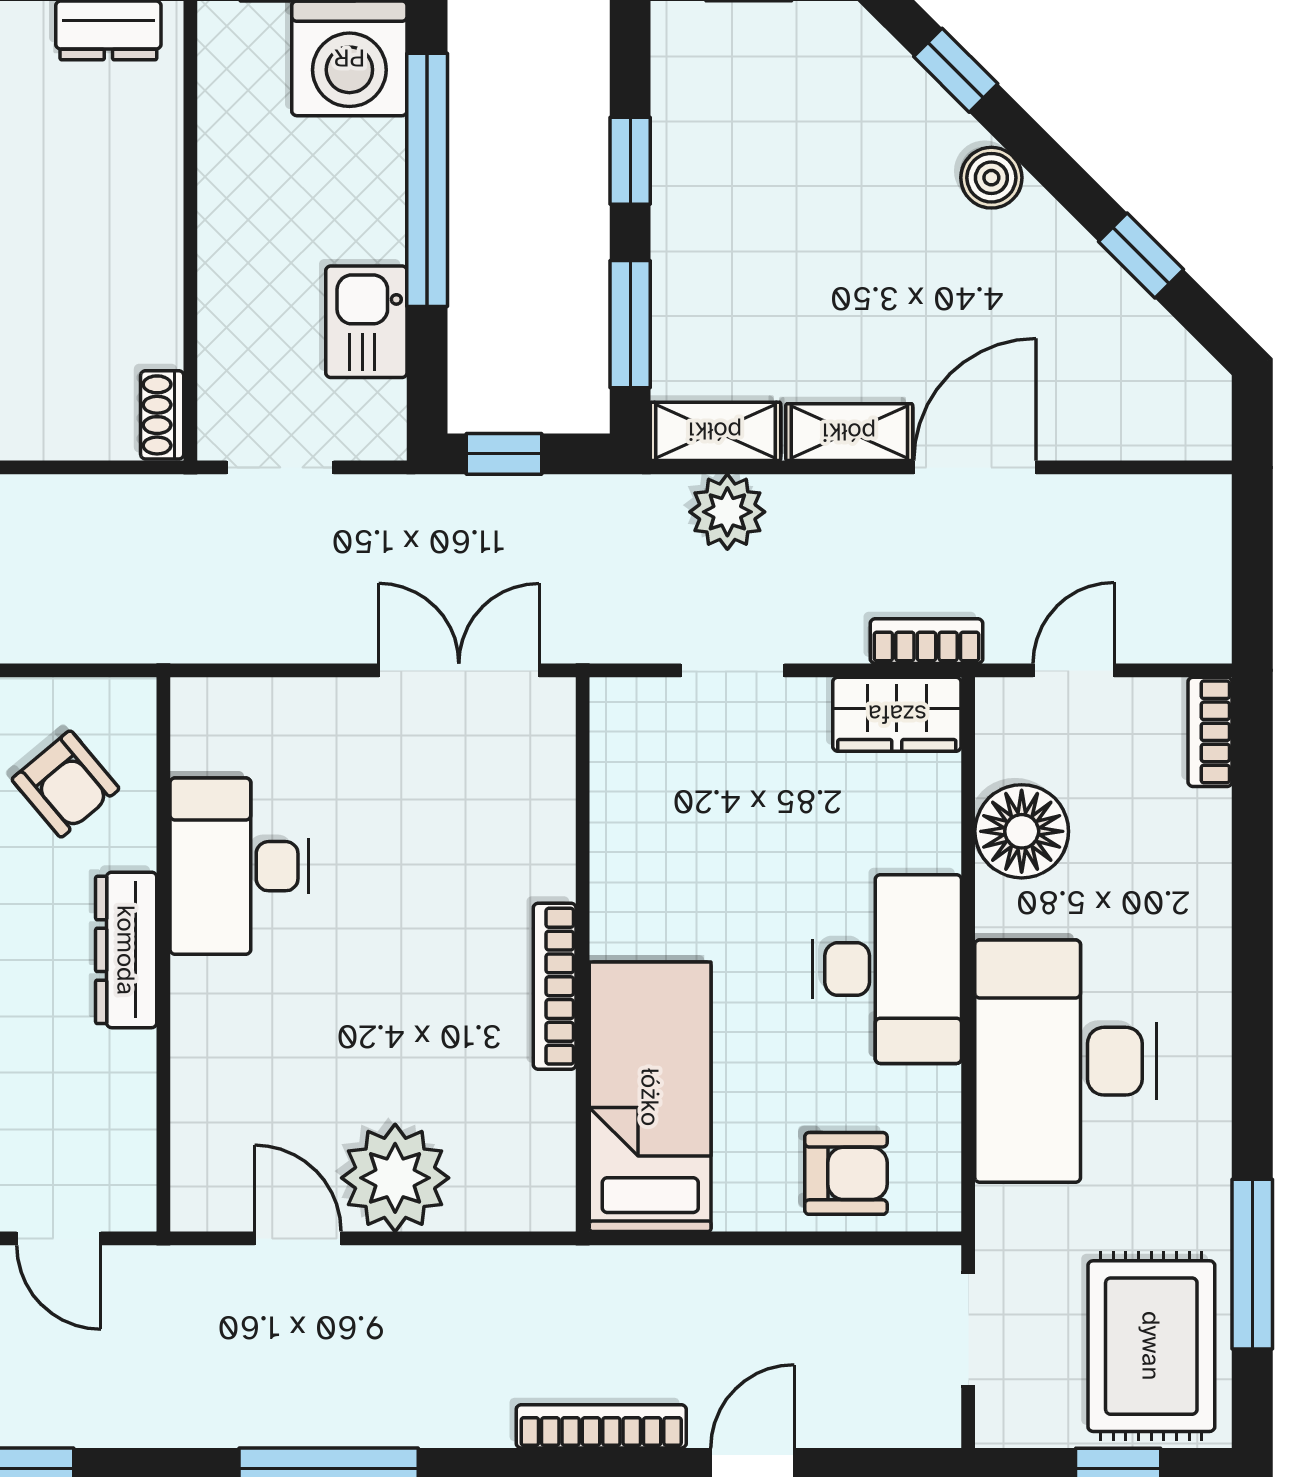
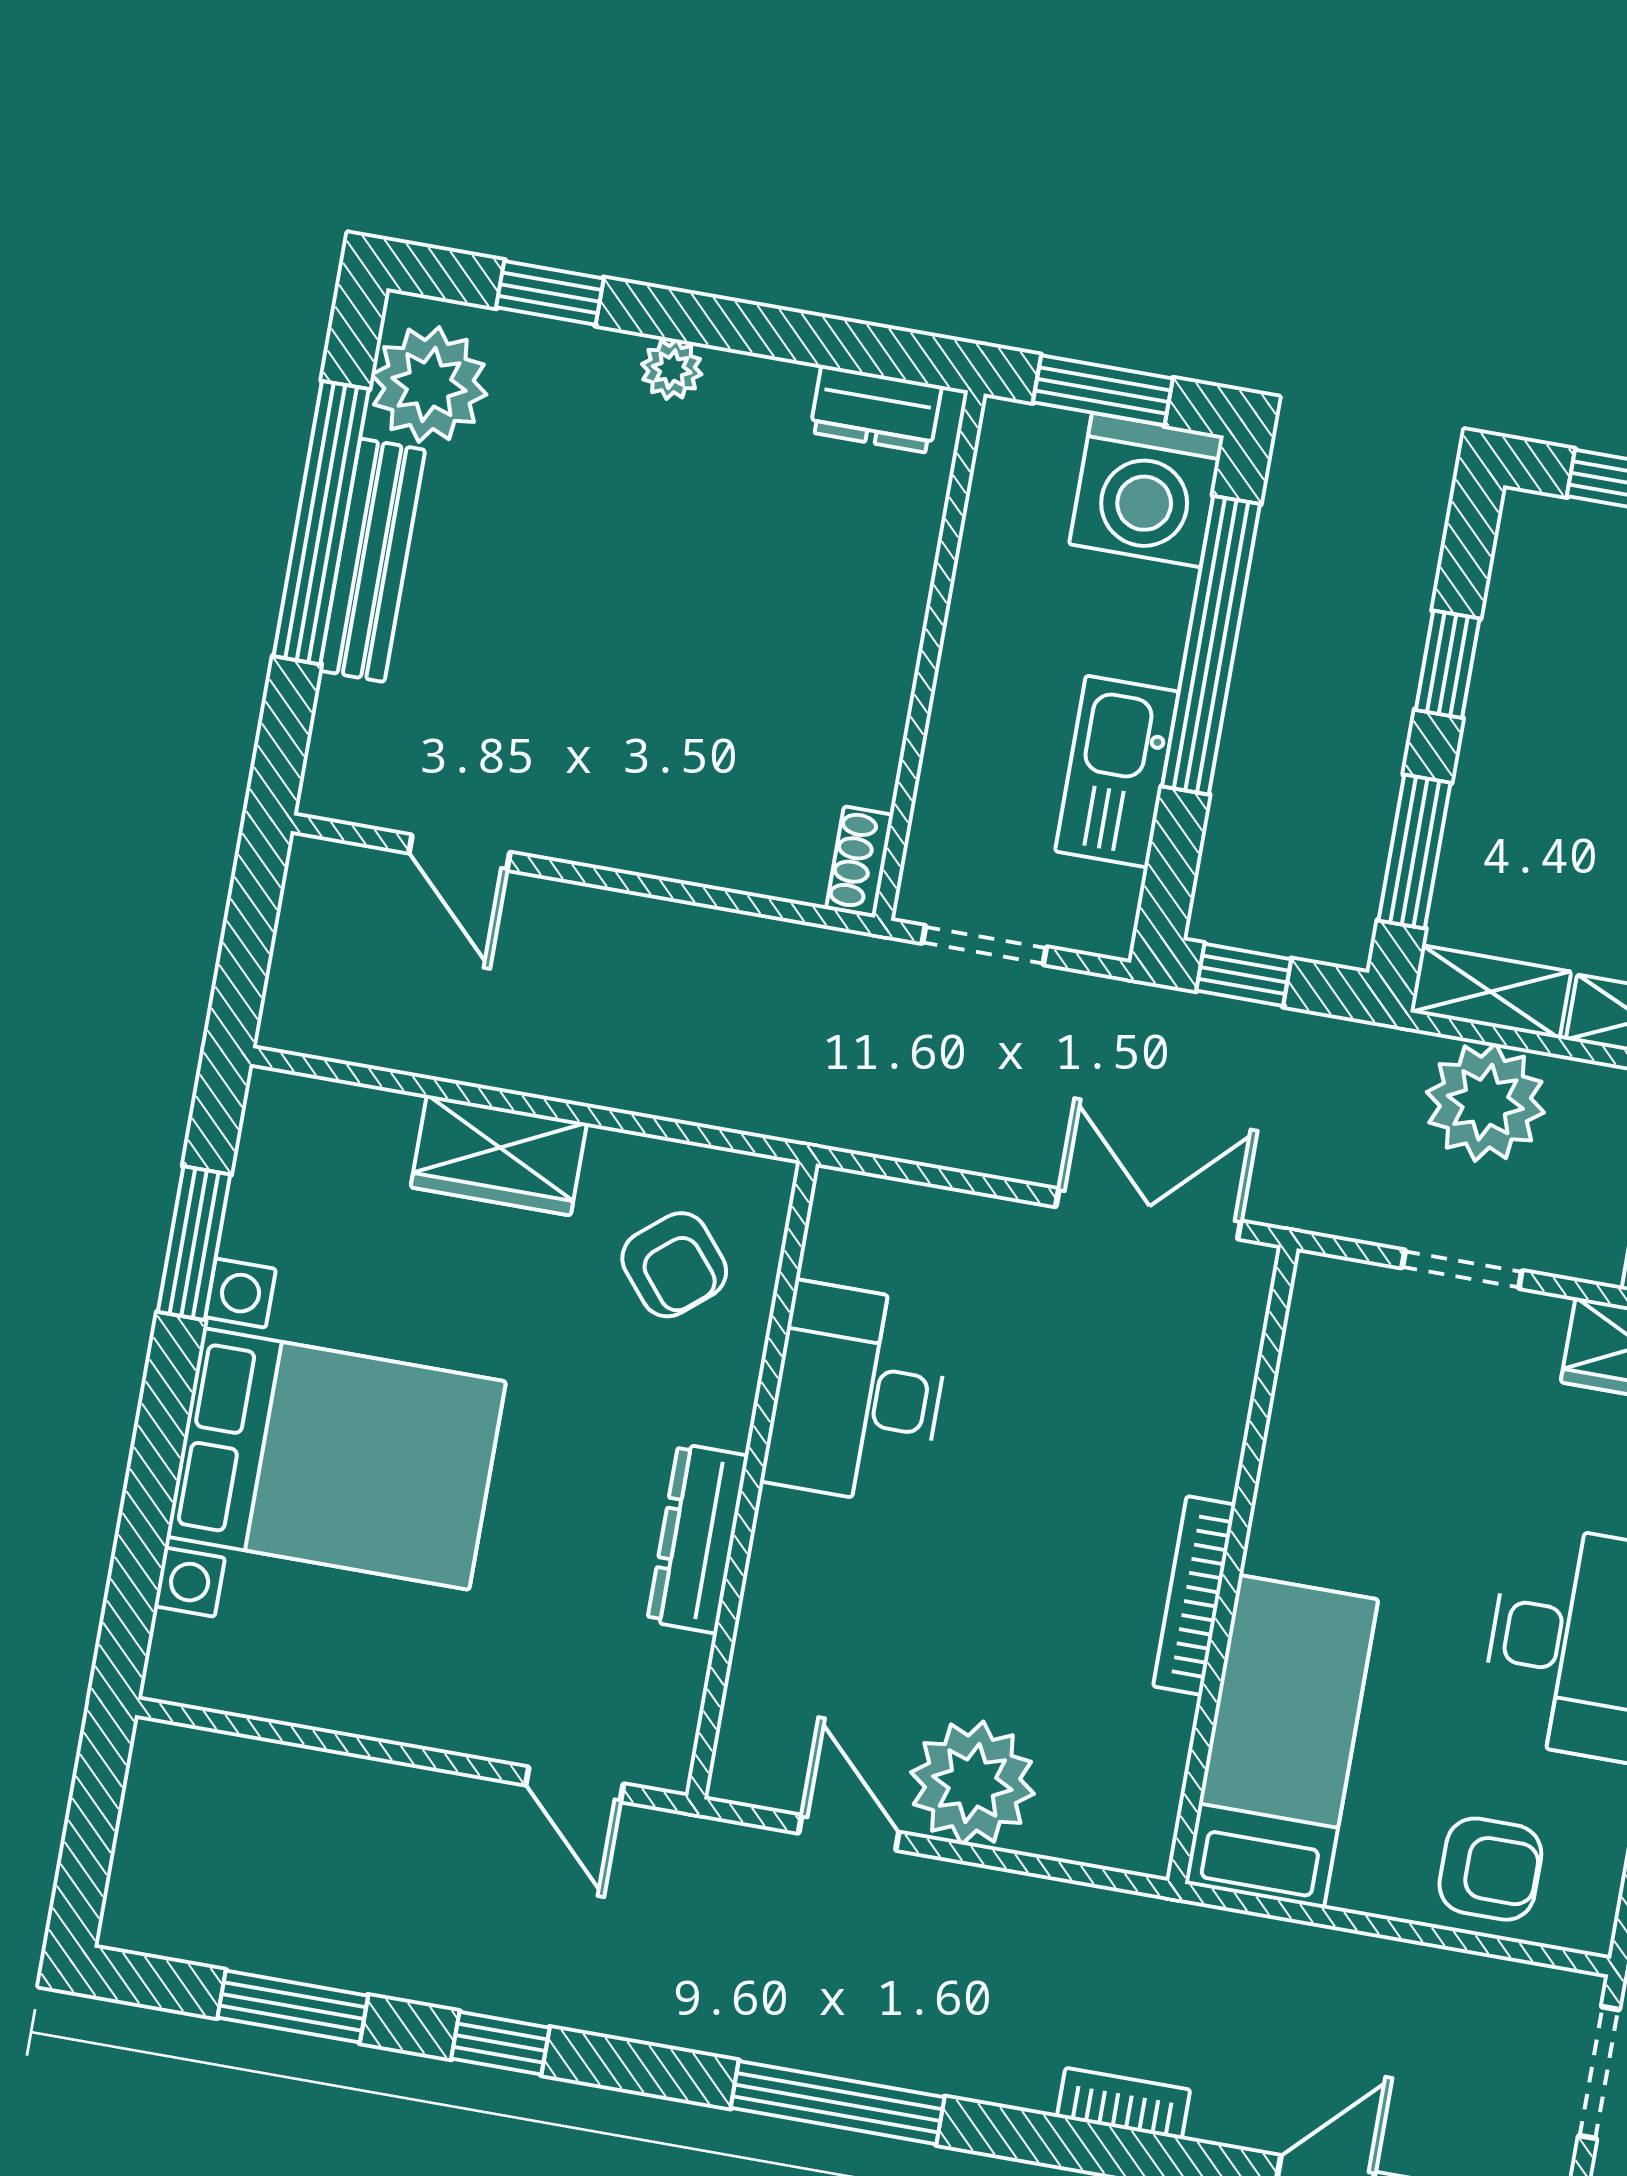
kitchen sink: (366, 322) -> (1117, 772), width x1.38
plant: (727, 512) -> (1485, 1102), width x1.36, depth x1.36
dresser: (126, 950) -> (698, 1538), moved
bookcase: (601, 1426) -> (1124, 2103), width x0.64

